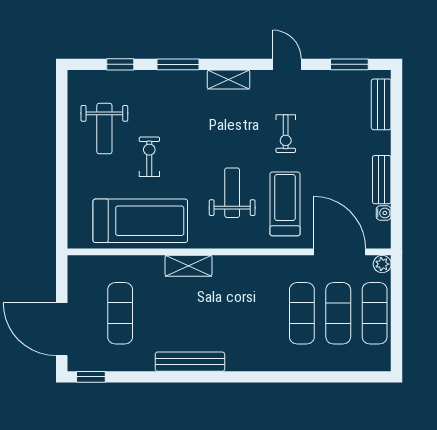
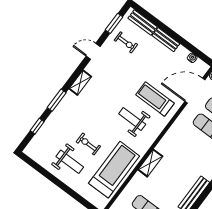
weight bench: (104, 129) -> (70, 162), moved
exercise bike: (286, 134) -> (126, 42), moved
bench: (382, 180) -> (166, 40), moved

